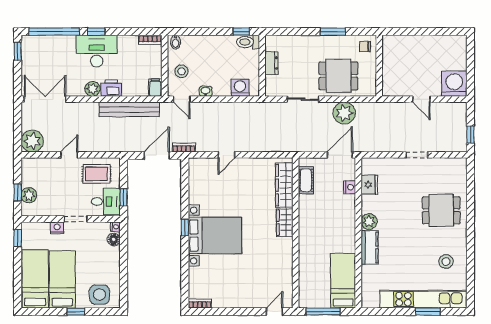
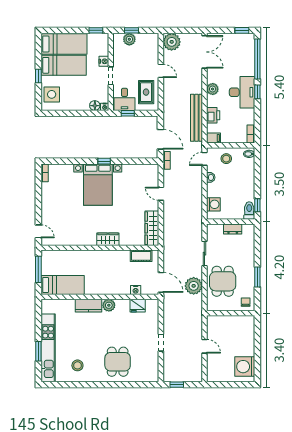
washing machine: (454, 84) -> (245, 367), moved, turned 180
printer: (111, 88) -> (213, 115), moved
door: (421, 99) -> (204, 346), swing flipped
wardrobe: (284, 185) -> (152, 228), moved, turned -90

